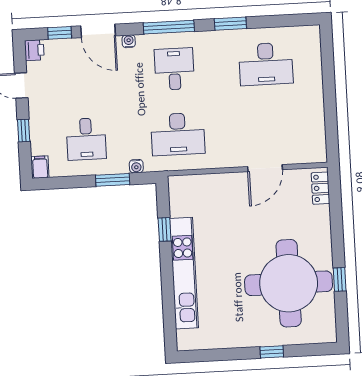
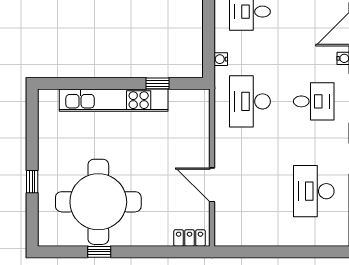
window: (113, 180) -> (209, 35), removed

